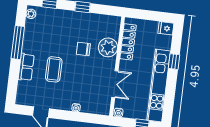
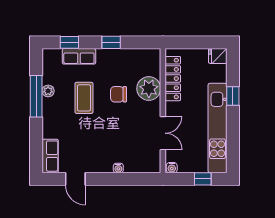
plant: (31, 14) -> (48, 91), moved
row of seats: (56, 15) -> (79, 56), added
row of seats: (26, 67) -> (50, 156), moved
coffee table: (54, 69) -> (84, 98), moved

